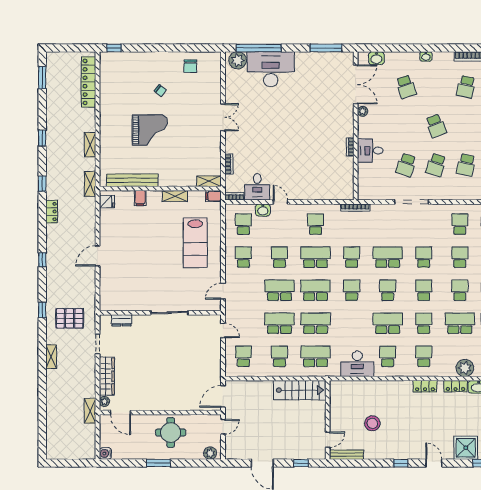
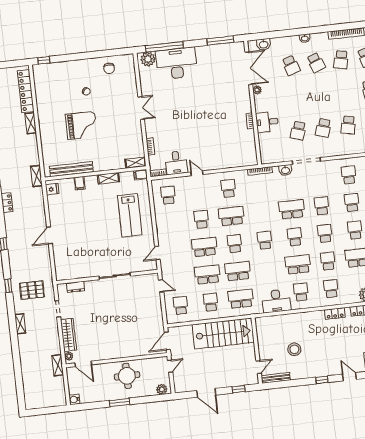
school desk: (436, 126) -> (316, 63), moved
shelving: (90, 145) -> (31, 123), moved
washbasin: (263, 210) -> (285, 170), moved
school desk: (243, 257) -> (171, 223), removed
school desk: (352, 257) -> (262, 213), removed
school desk: (316, 290) -> (235, 244), width x0.54
stairs: (300, 390) -> (223, 333), width x1.36, depth x1.51

